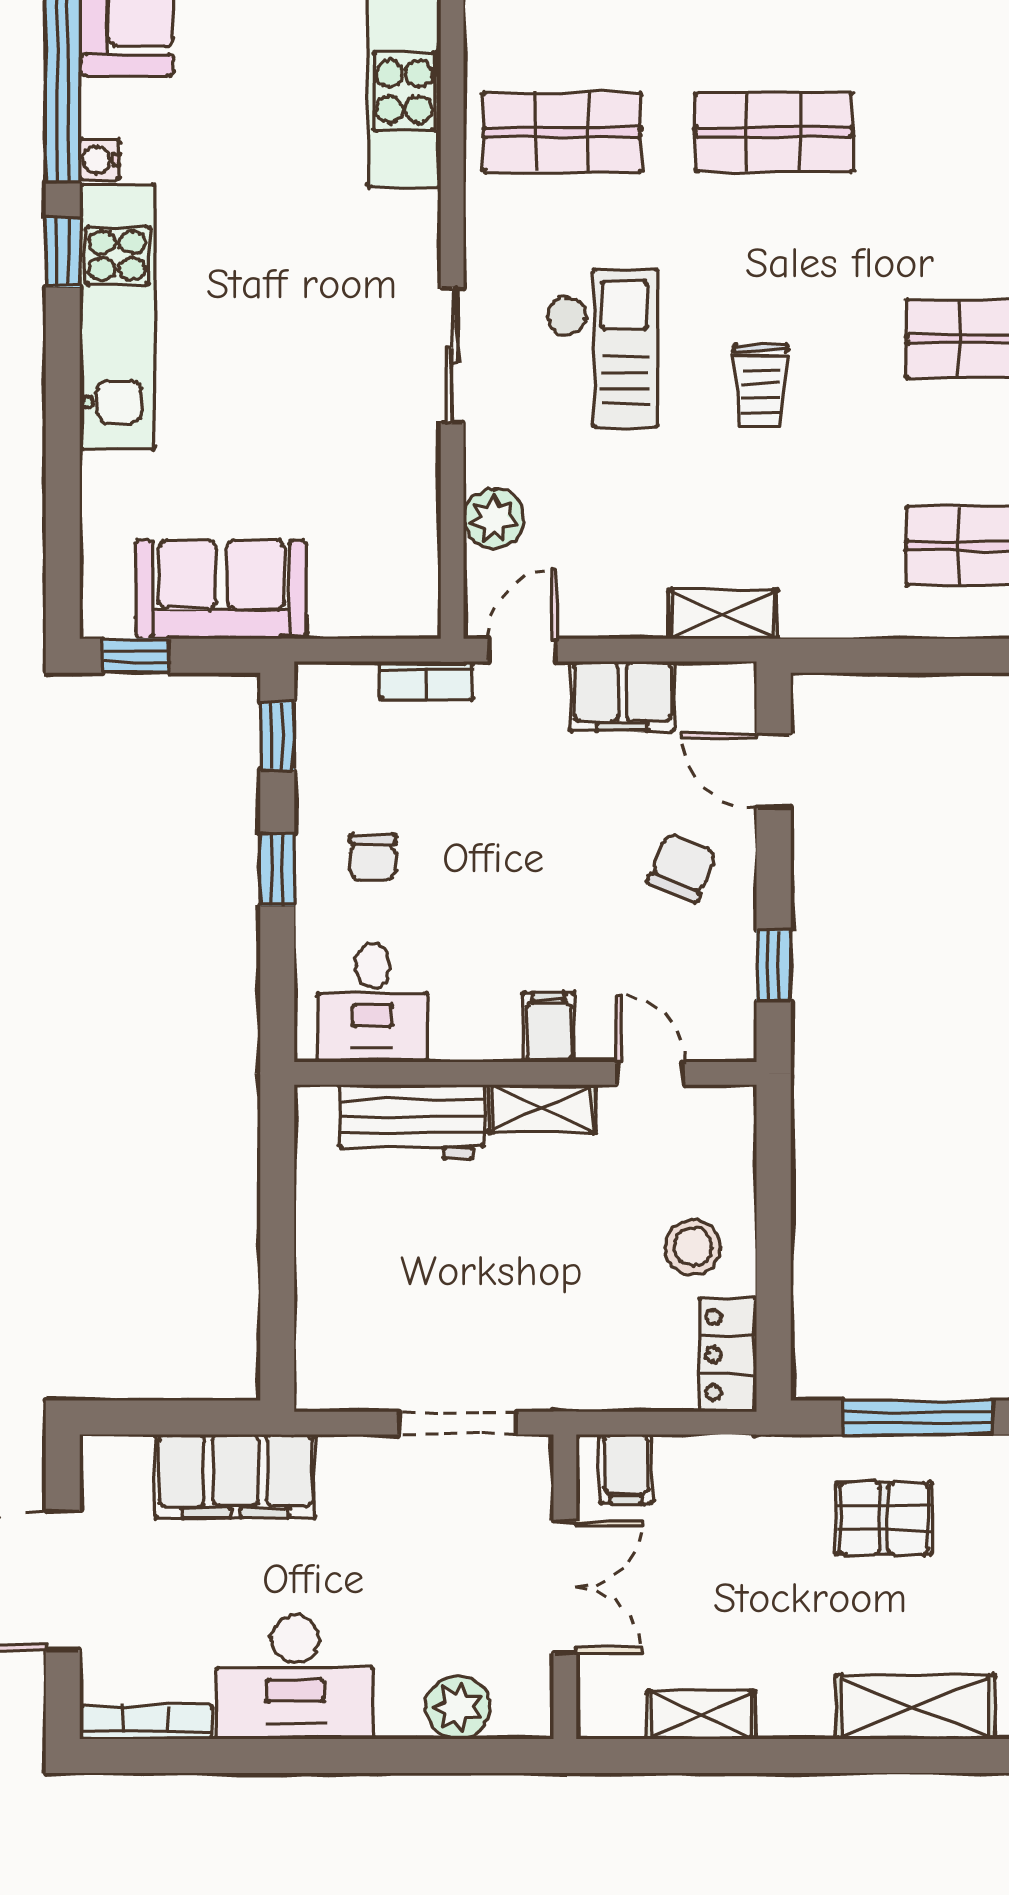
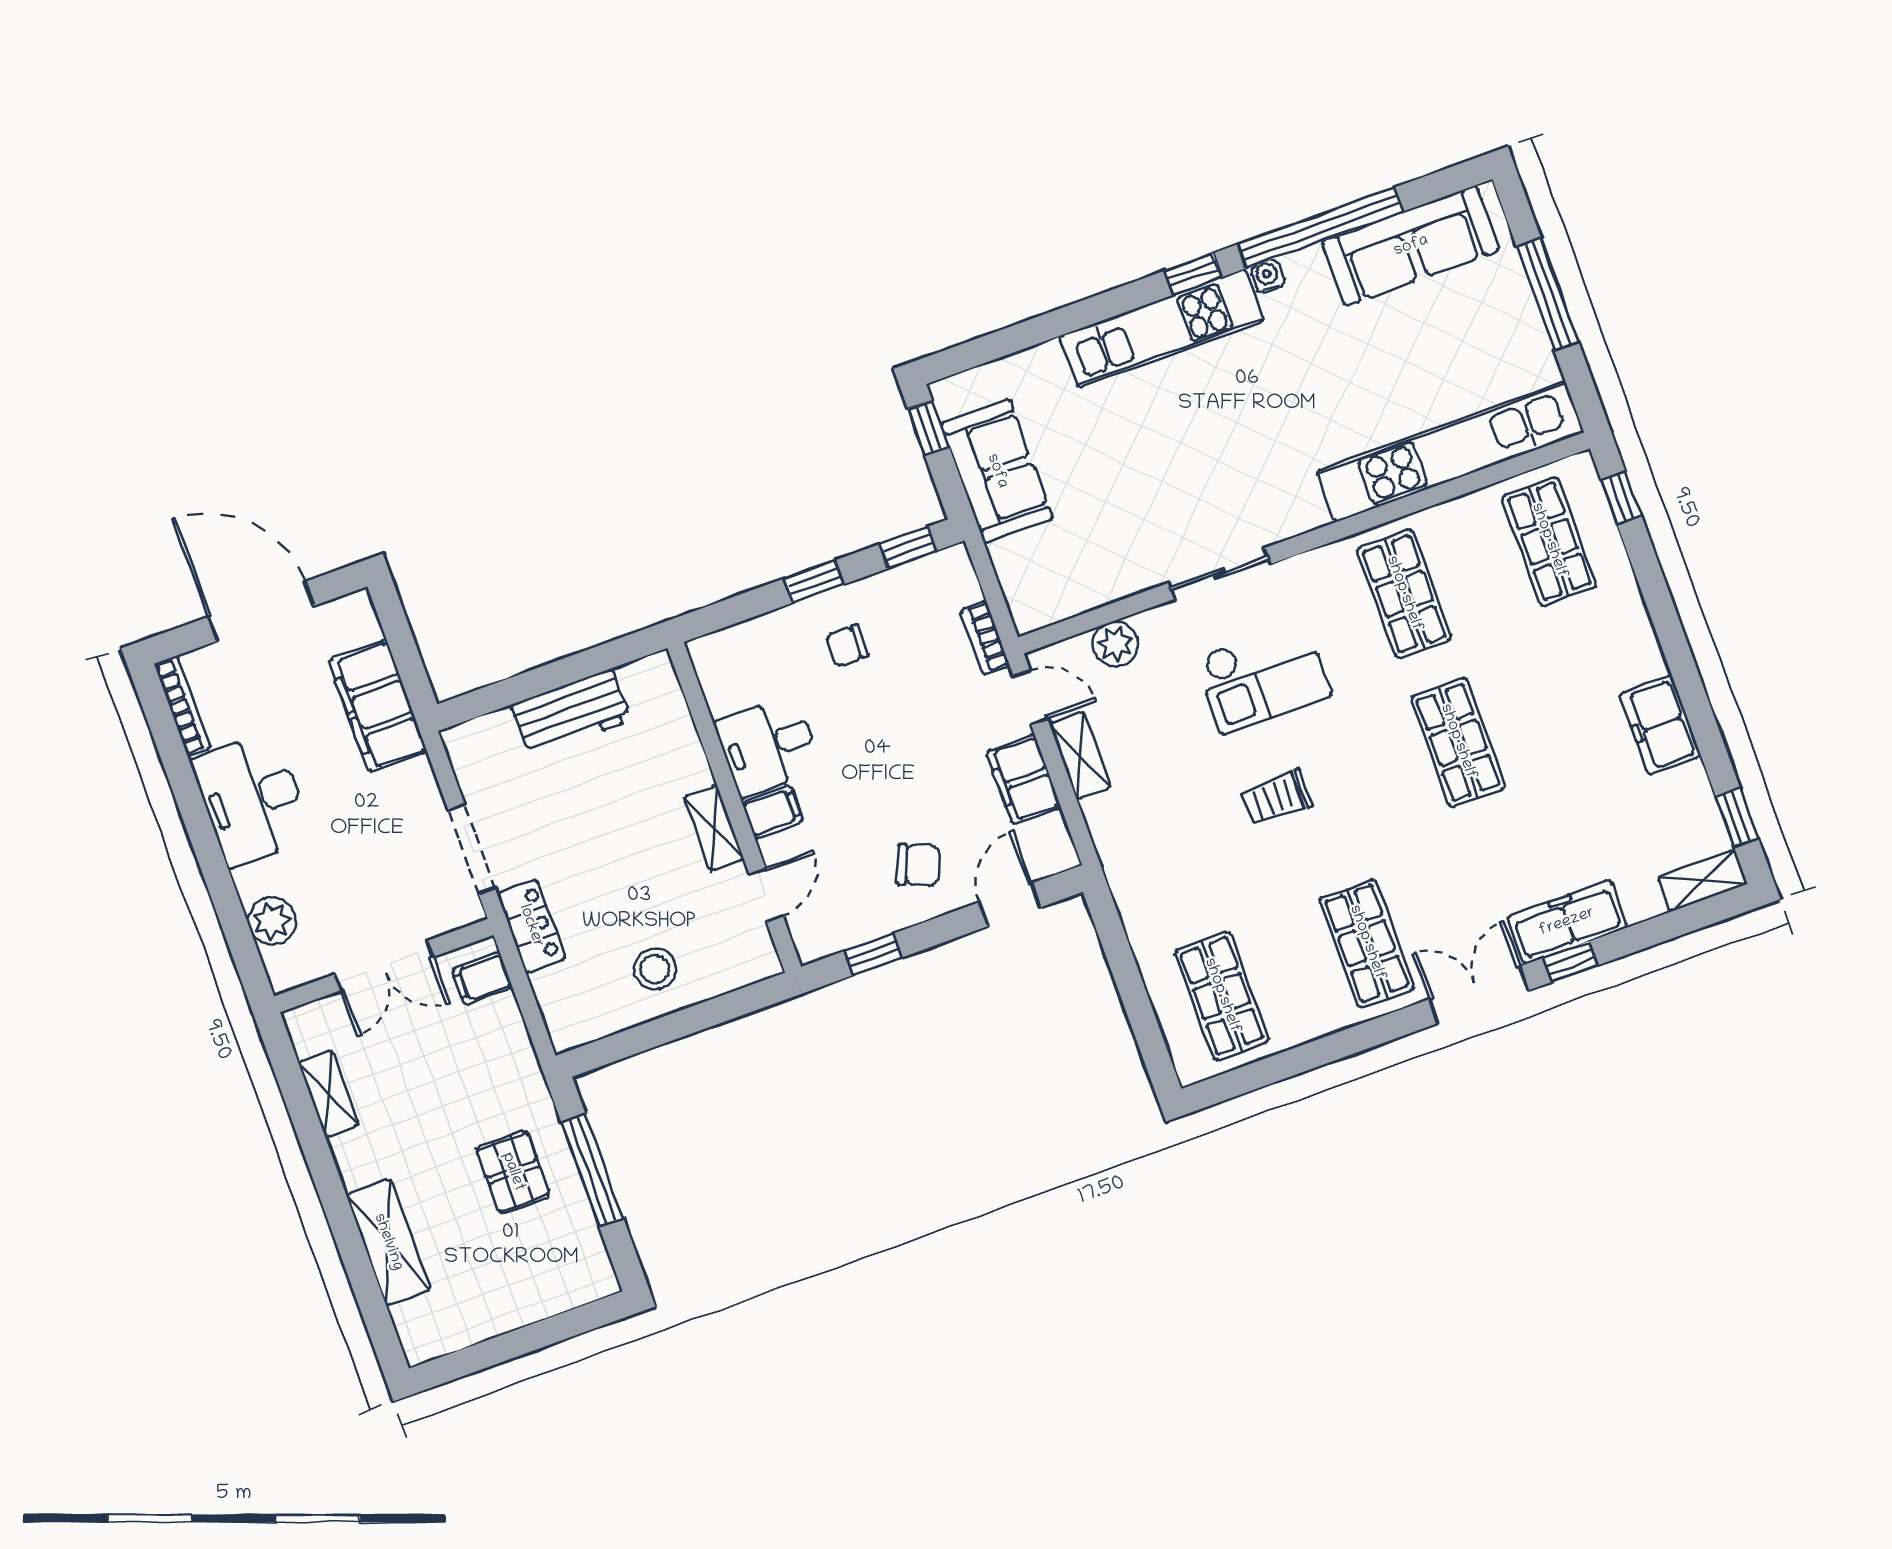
shelving: (723, 614) -> (1080, 755), moved
desk: (373, 1003) -> (768, 745), moved
workbench: (412, 1122) -> (571, 713), moved, turned -90
locker: (728, 1355) -> (531, 926), moved, turned 90

